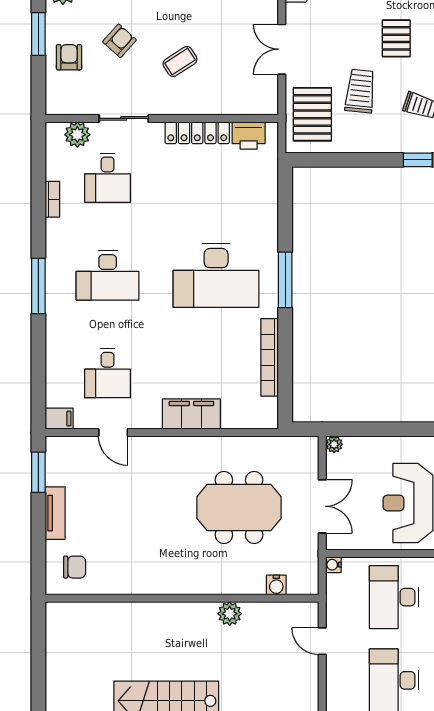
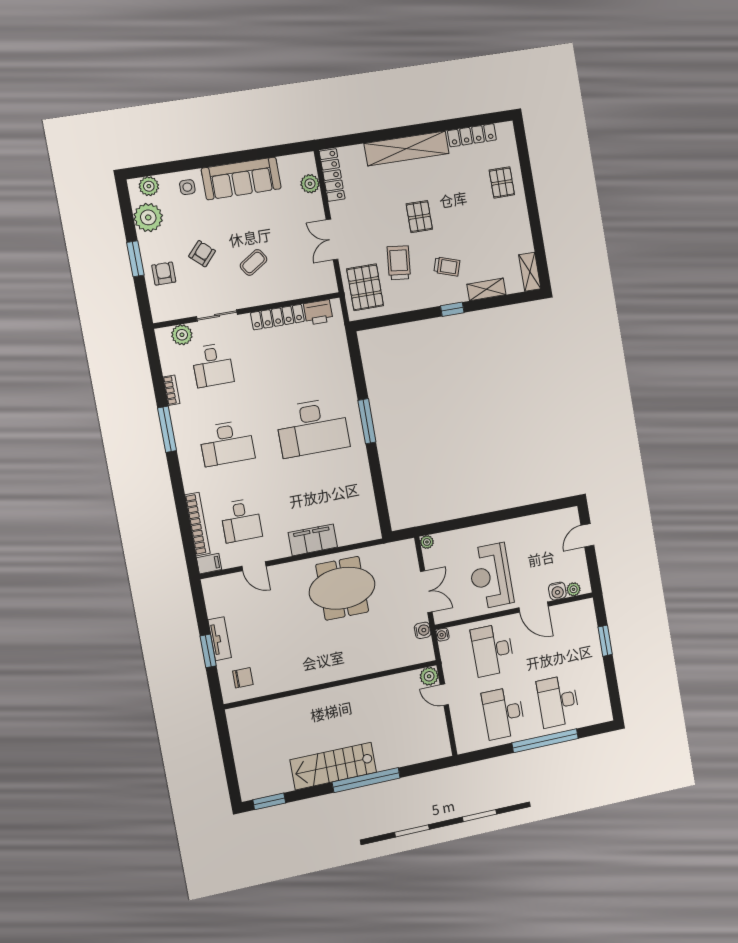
window: (38, 286) -> (167, 429), moved
bookcase: (270, 357) -> (198, 524), moved, turned 180
window: (38, 472) -> (208, 651), moved
meeting table: (239, 507) -> (342, 588), moved
water cooler: (276, 585) -> (423, 630), moved, turned -90
plant: (230, 614) -> (429, 676), moved

